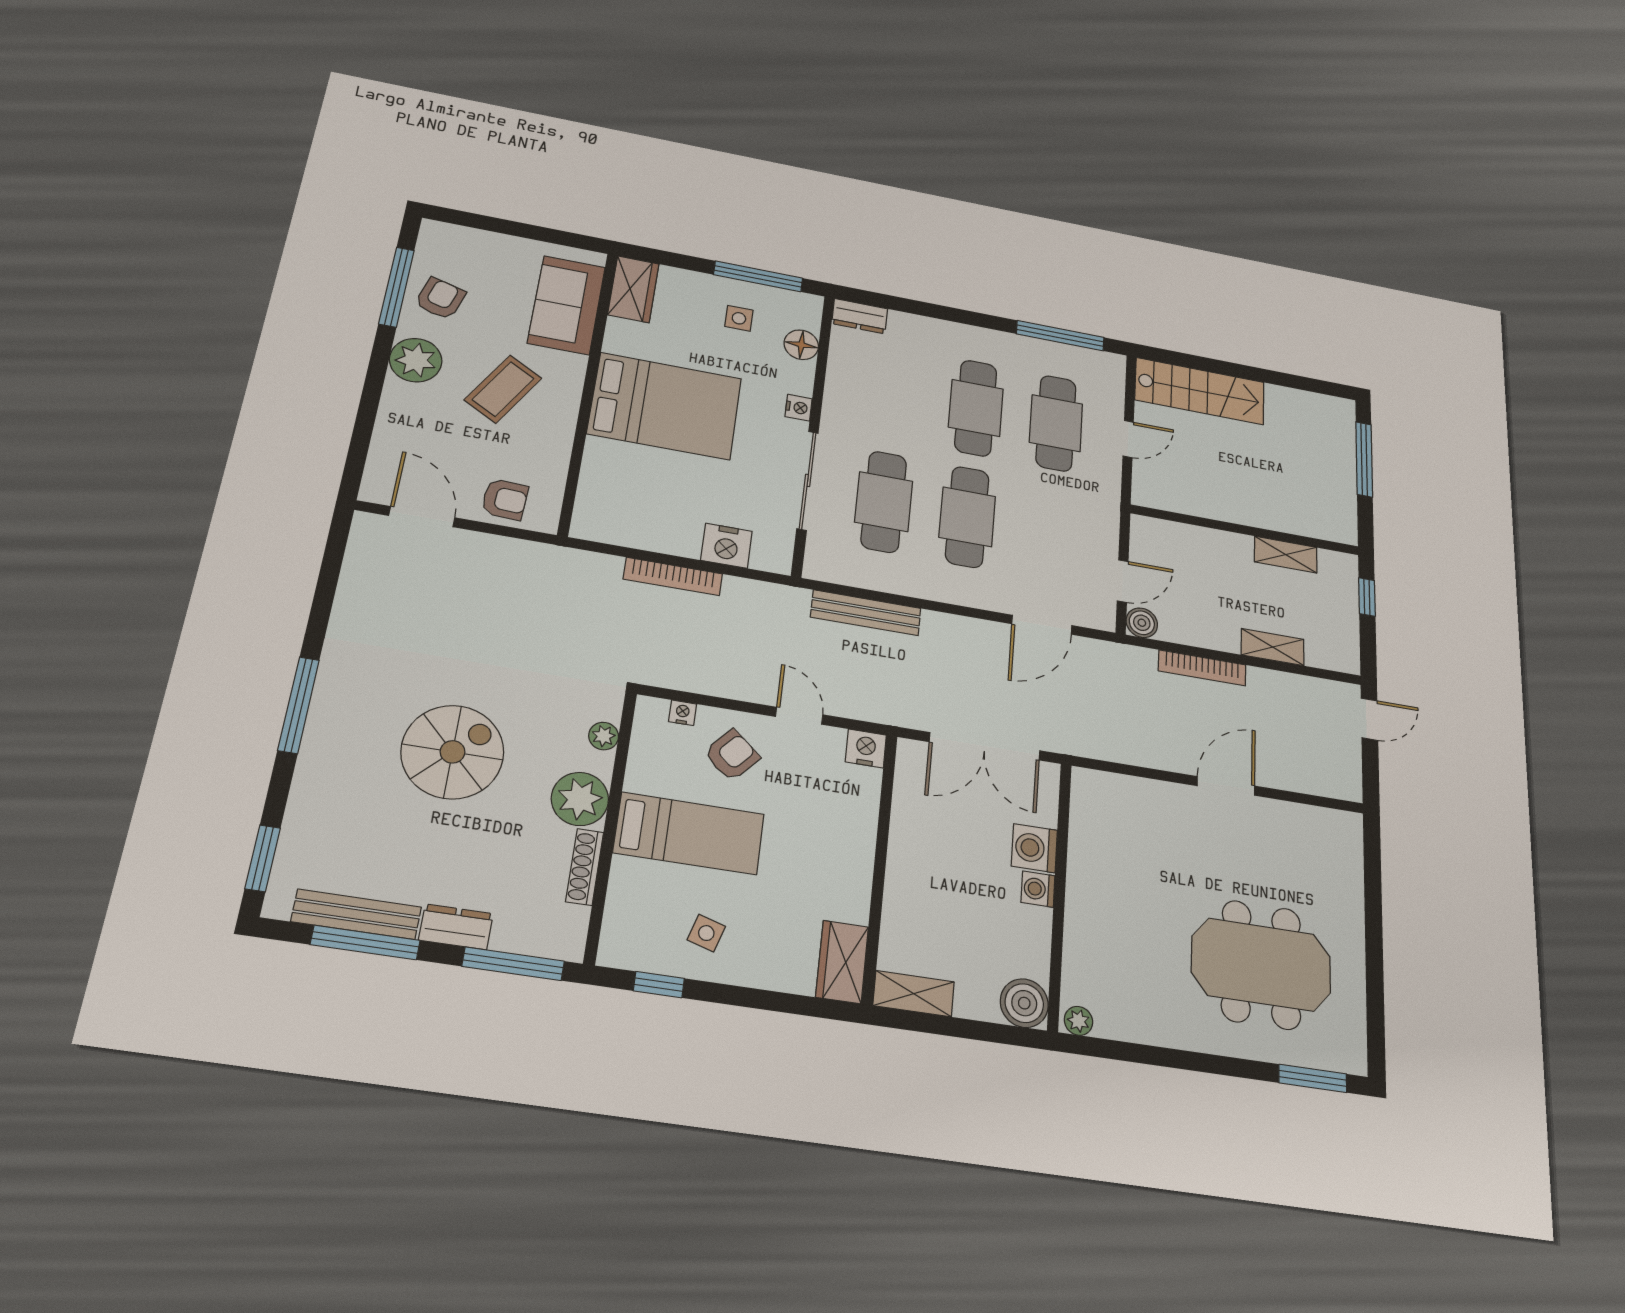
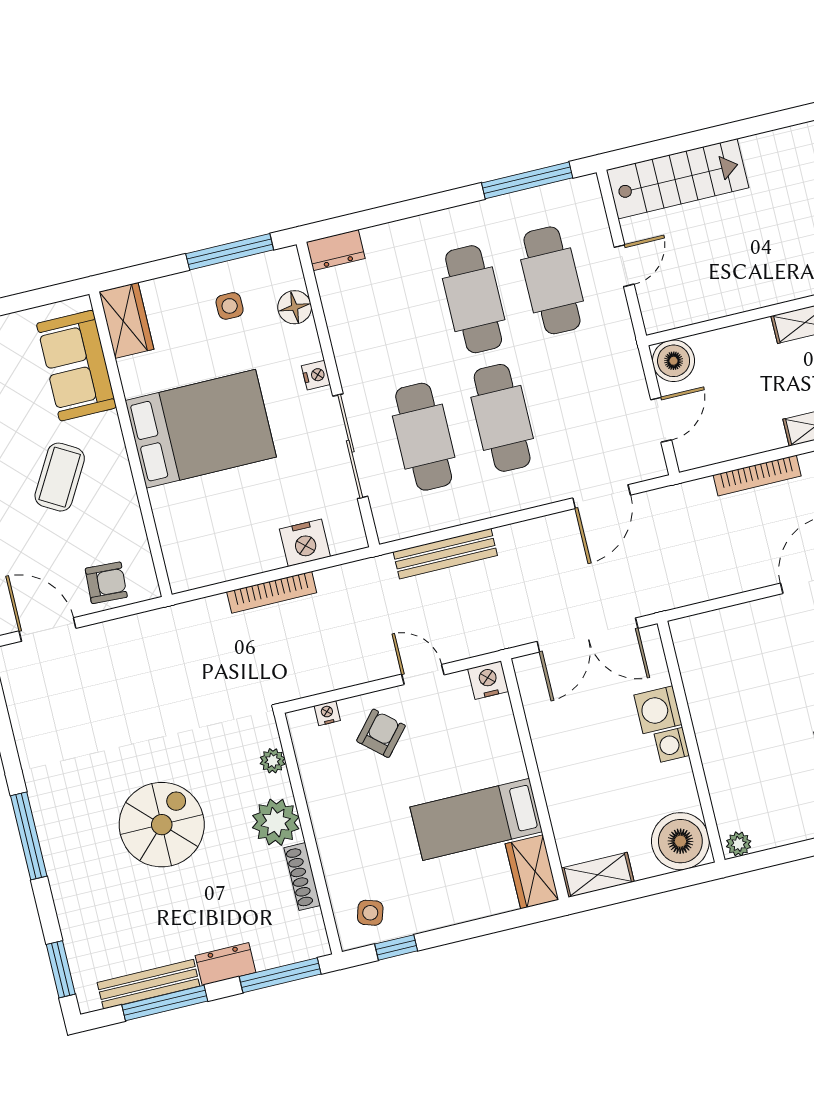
boiler: (1142, 623) -> (674, 361), moved, width x1.36, depth x1.36
bed: (689, 833) -> (476, 819), moved, turned 180
side table: (706, 933) -> (370, 913), moved
boiler: (1024, 1003) -> (680, 841), width x1.37, depth x1.37

